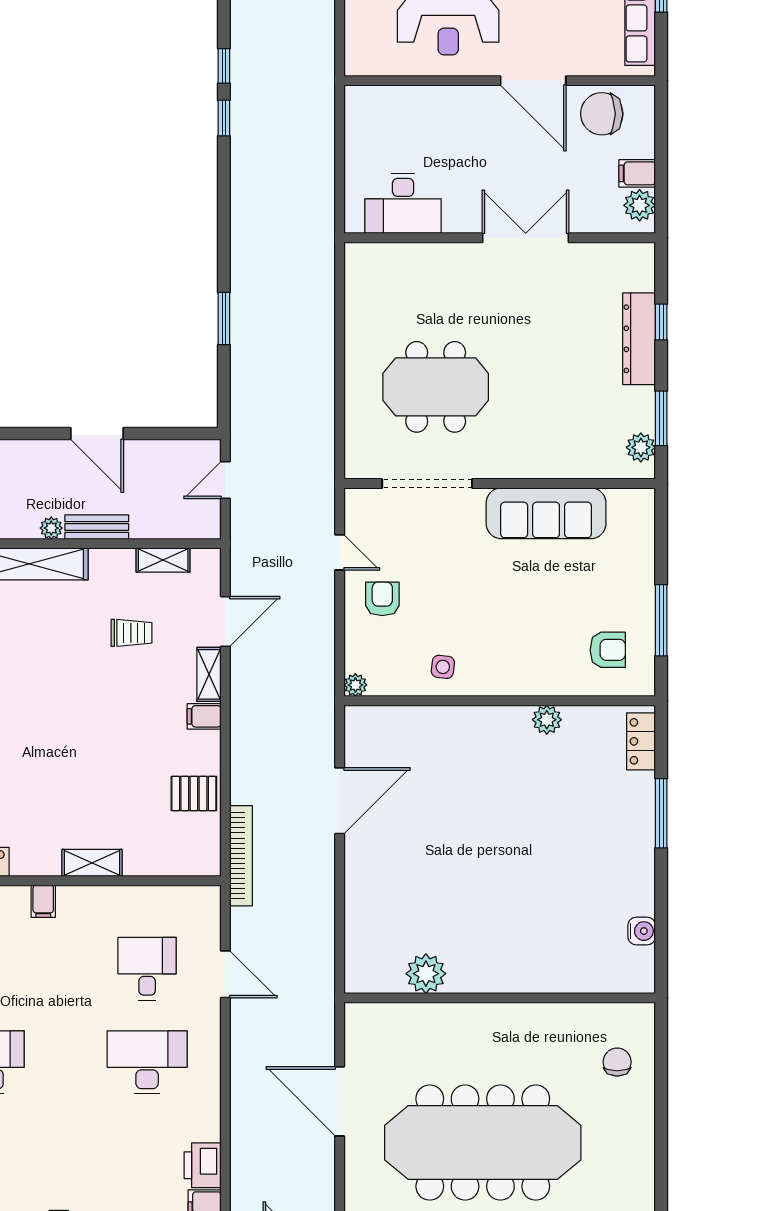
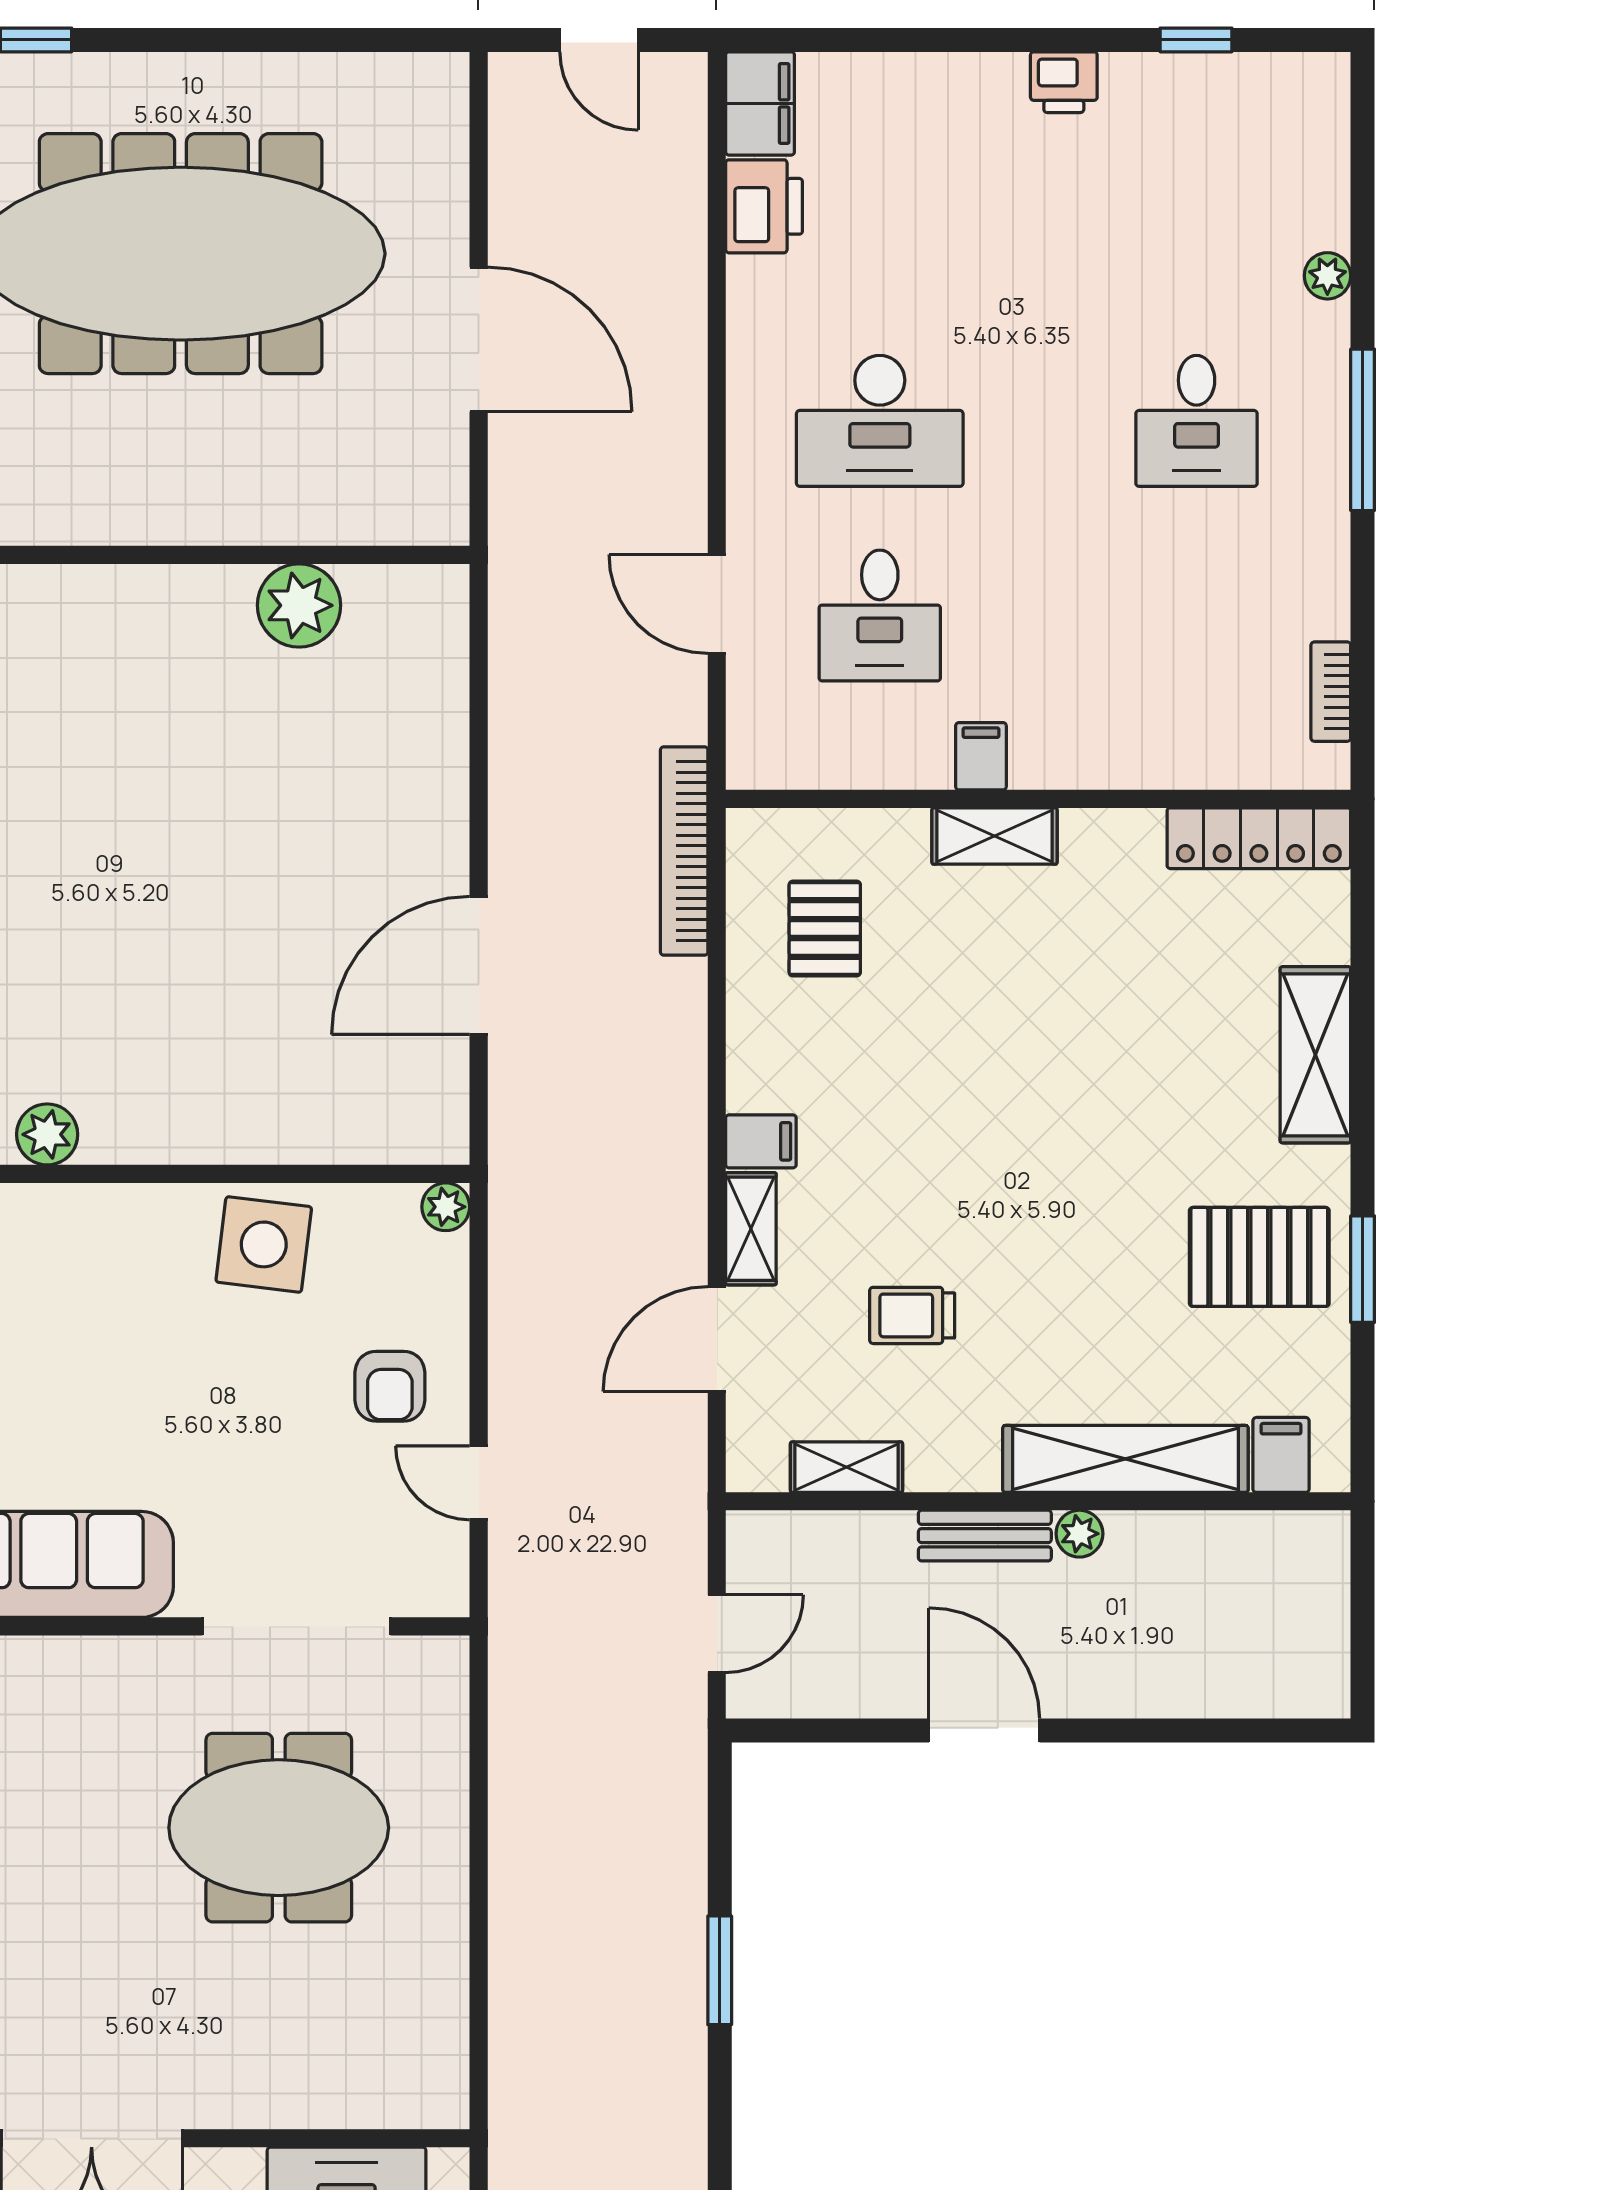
side table: (443, 667) -> (264, 1244), width x1.87, depth x1.87
pallet: (194, 793) -> (825, 929), moved, turned 90
filing cabinet: (43, 901) -> (981, 756), moved

